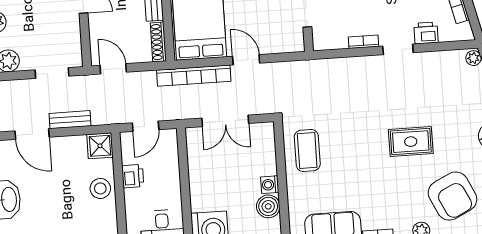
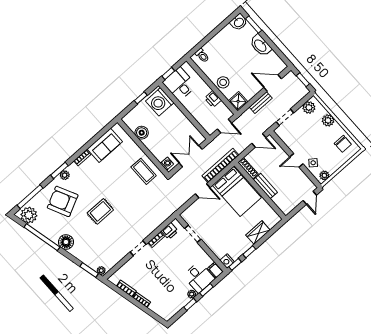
printer: (426, 33) -> (170, 231), moved
door: (146, 126) -> (224, 126), swing flipped
washing machine: (270, 185) -> (167, 164), moved

